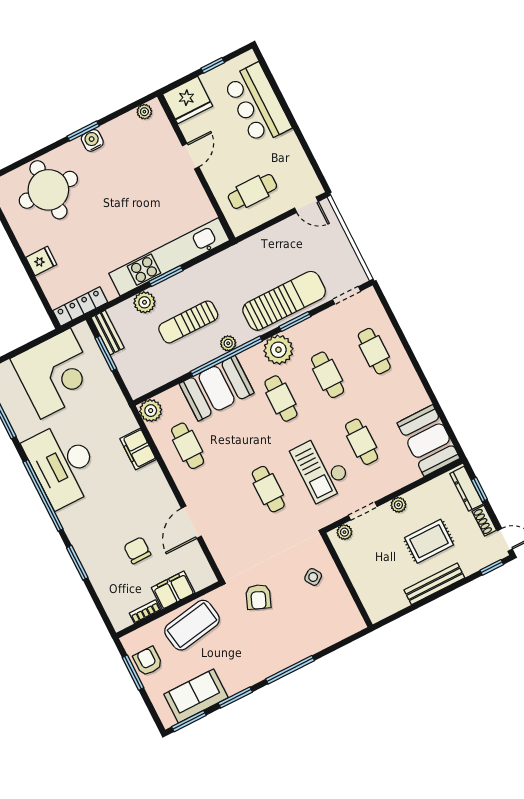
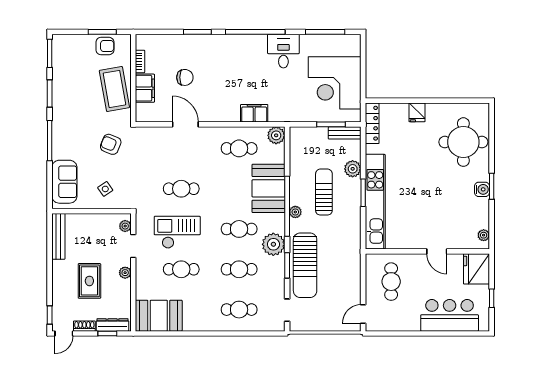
desk: (63, 465) -> (283, 51), width x0.53, depth x0.77
bench: (434, 584) -> (58, 236), moved
sofa: (196, 696) -> (64, 182), moved

